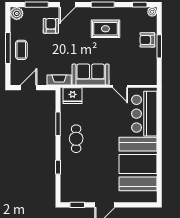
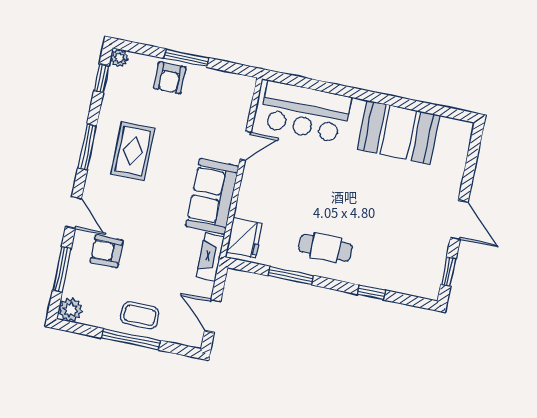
booth: (138, 164) -> (399, 132), width x0.73, depth x0.70

